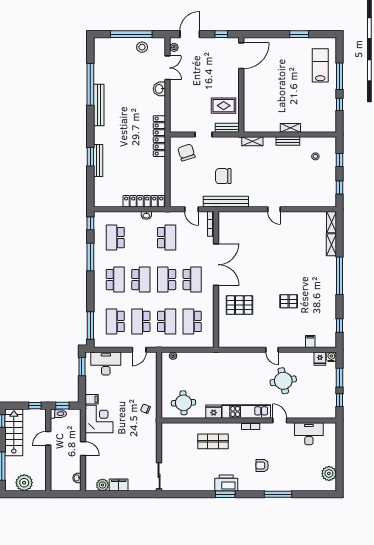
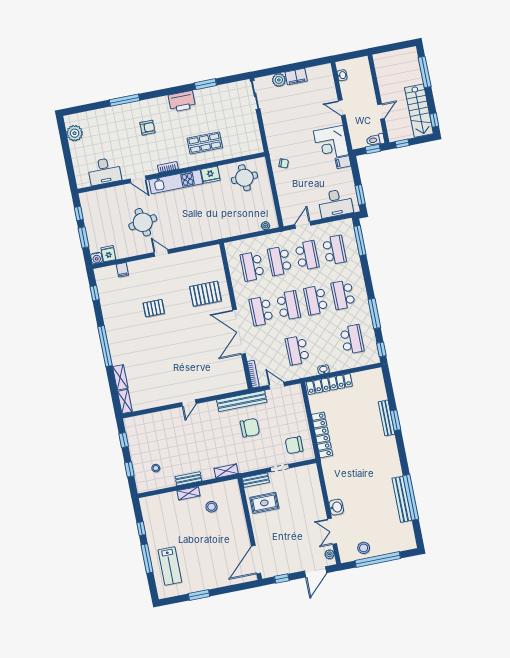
bench: (99, 105) -> (402, 499), moved
stool: (272, 112) -> (211, 507), added
locker: (159, 136) -> (322, 435), moved
chair: (186, 152) -> (294, 445), turned 108
door: (274, 209) -> (189, 403), swing flipped
school desk: (192, 321) -> (252, 266), turned 180
plant: (24, 483) -> (397, 59), removed
plant: (103, 485) -> (279, 80), moved
window: (225, 494) -> (205, 84), moved

